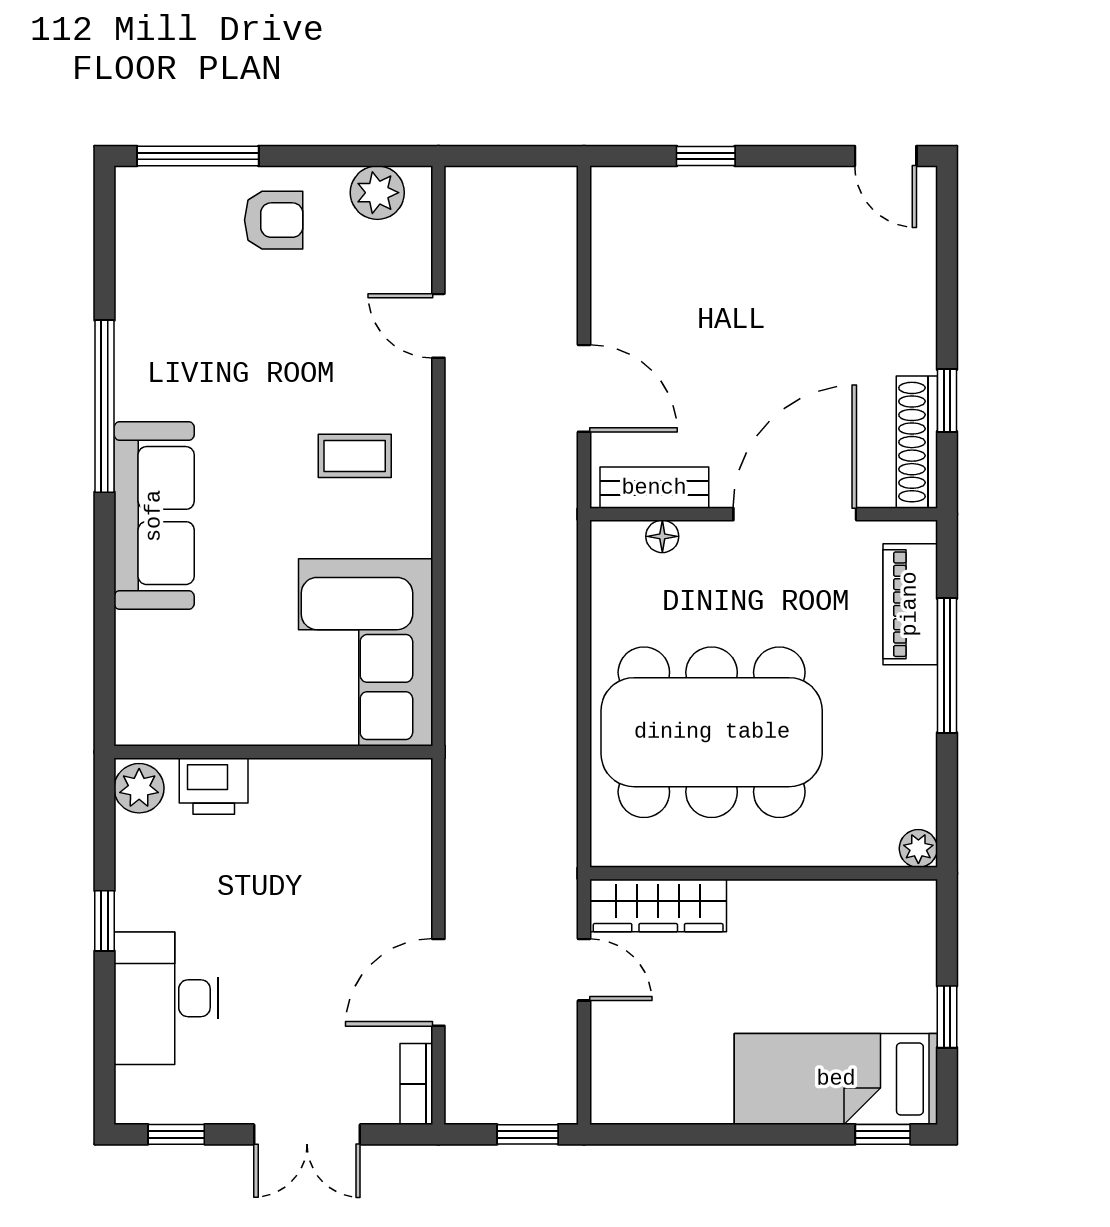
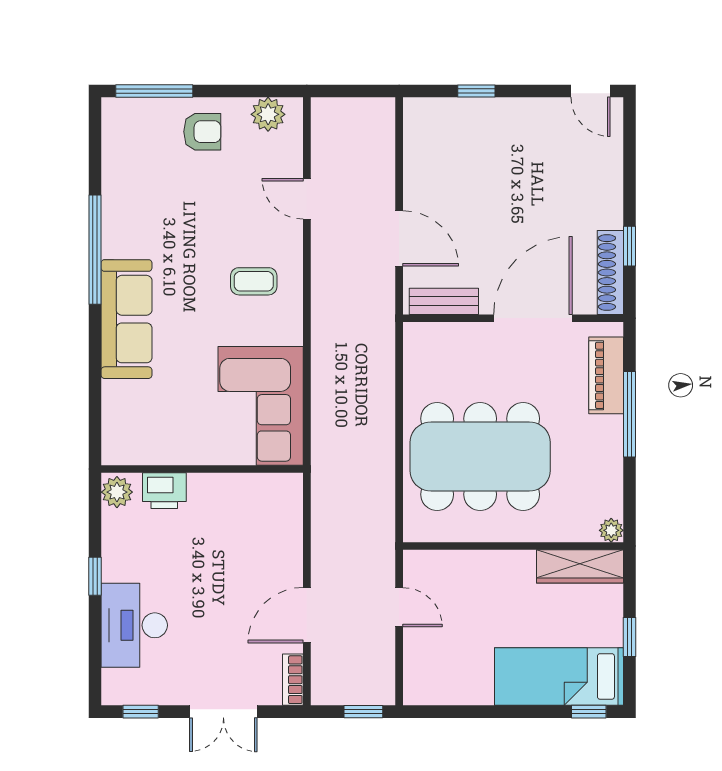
floor lamp: (662, 536) -> (449, 332), removed
wardrobe: (658, 905) -> (580, 566), moved

